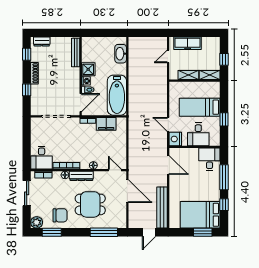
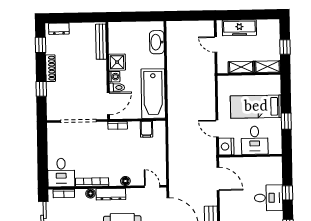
door: (168, 56) -> (216, 44), hinge flipped
filing cabinet: (106, 124) -> (146, 129), width x0.50
desk: (209, 159) -> (269, 198), moved, turned 90
window: (224, 177) -> (288, 193), width x0.46

